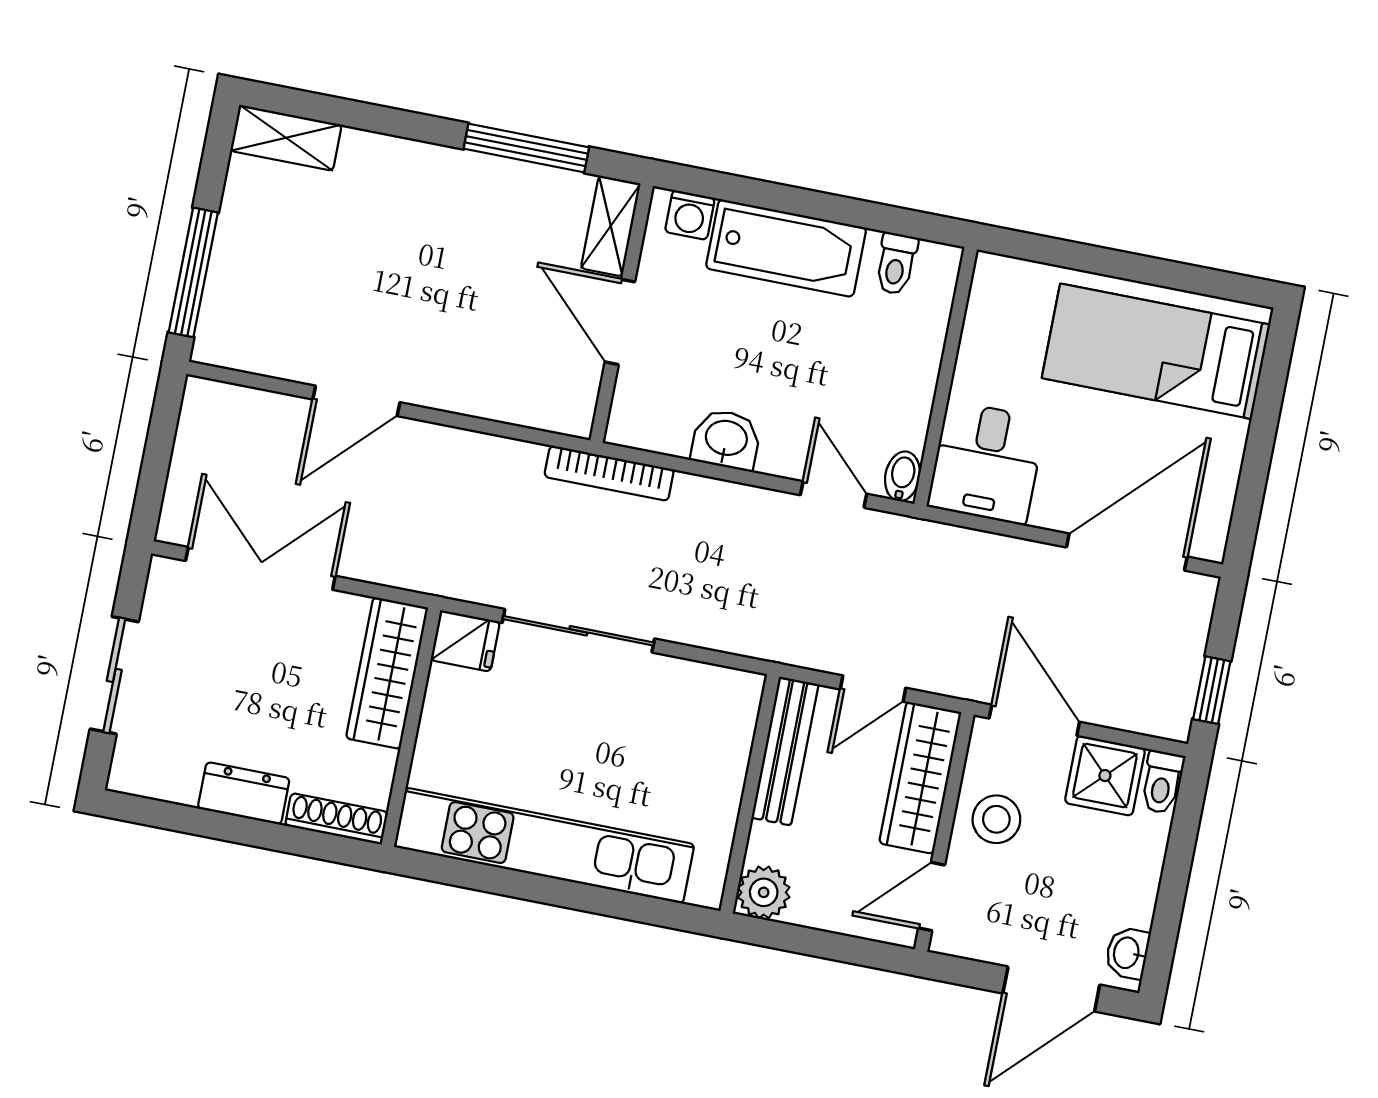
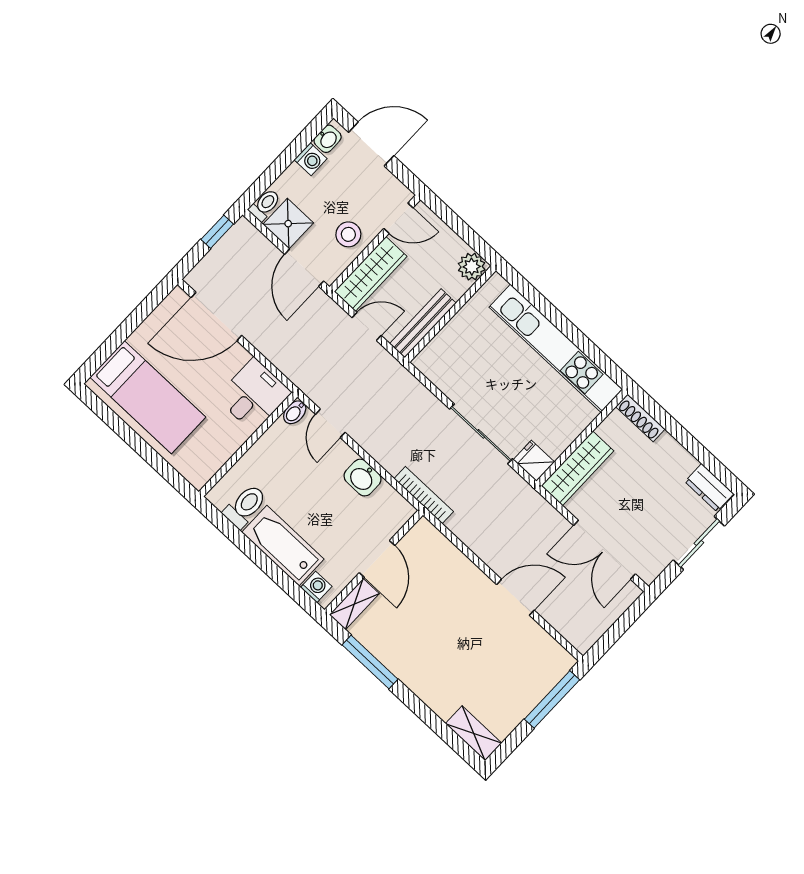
toilet: (896, 264) -> (245, 506), width x1.37, depth x1.39
dresser: (244, 793) -> (709, 488), moved
washing machine: (1134, 903) -> (311, 159), added

